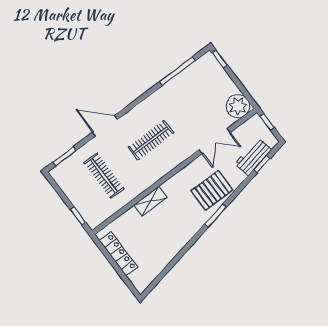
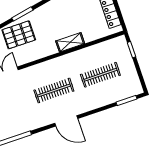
door: (105, 126) -> (66, 121), moved
clothes rail: (104, 176) -> (100, 75), turned 90

